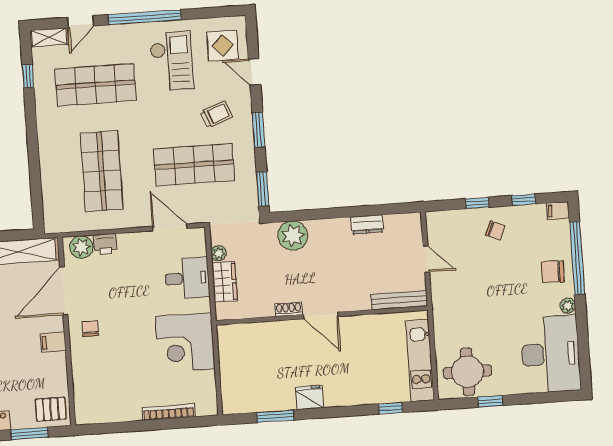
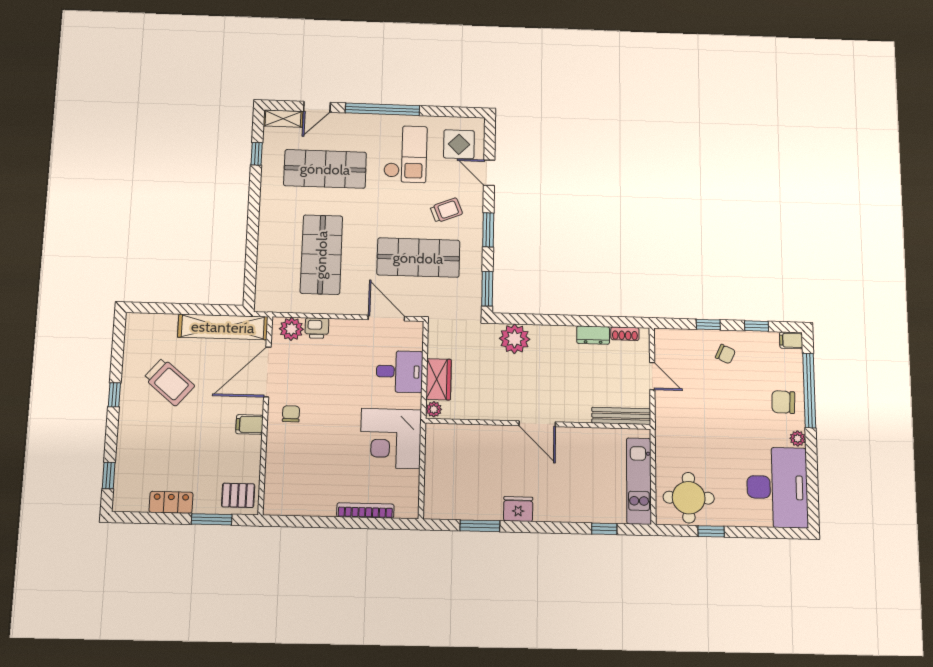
plant: (219, 253) -> (434, 409), moved
shoe rack: (289, 309) -> (625, 334), moved, turned 180

